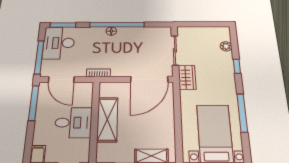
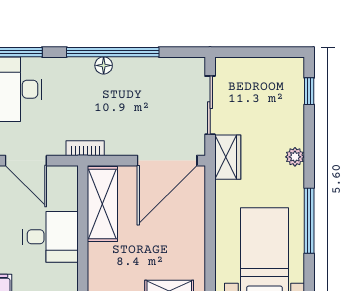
plant: (226, 46) -> (295, 157), moved
window: (237, 66) -> (309, 91), moved
shelving: (107, 119) -> (102, 204), moved

